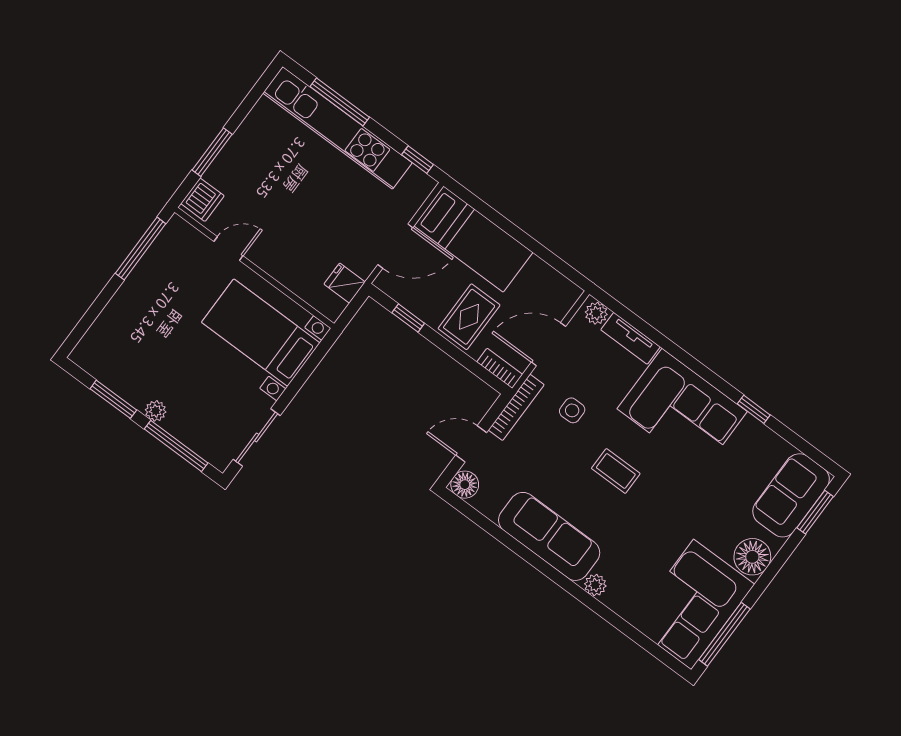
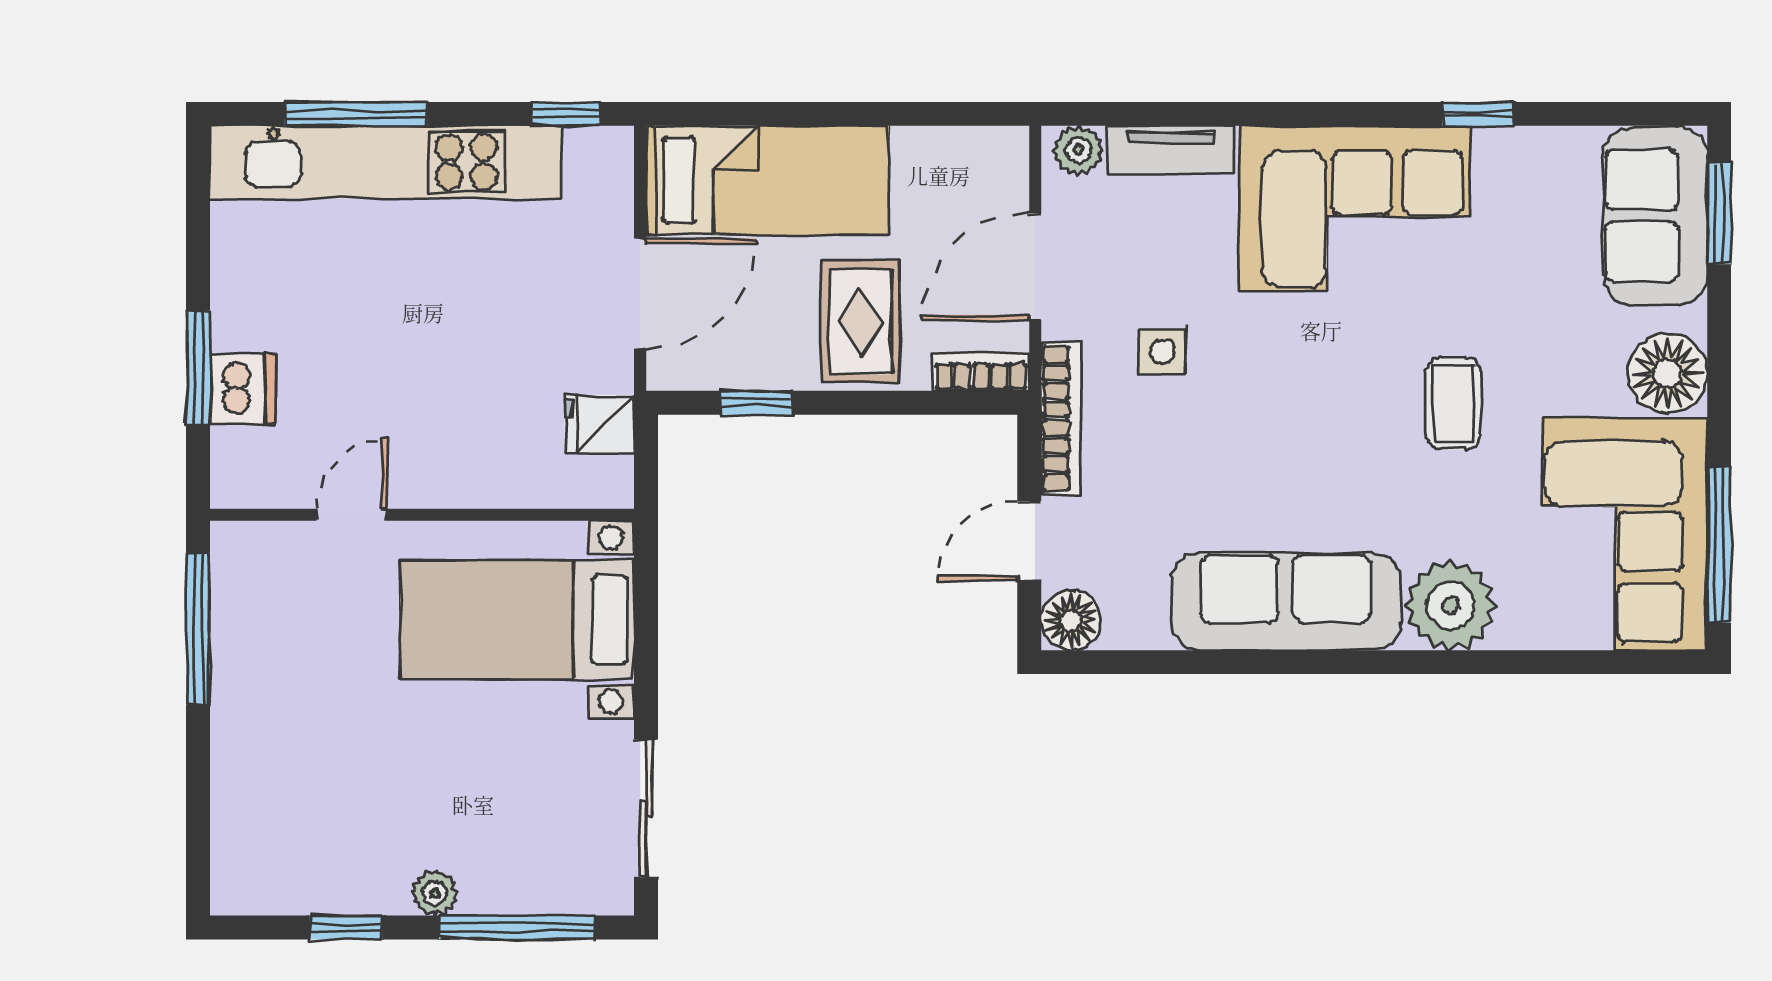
dishwasher: (202, 200) -> (243, 389), moved
window: (113, 399) -> (346, 927), width x0.67
coffee table: (616, 471) -> (1453, 403), moved, turned 90
plant: (595, 585) -> (1450, 605), width x1.87, depth x1.87

